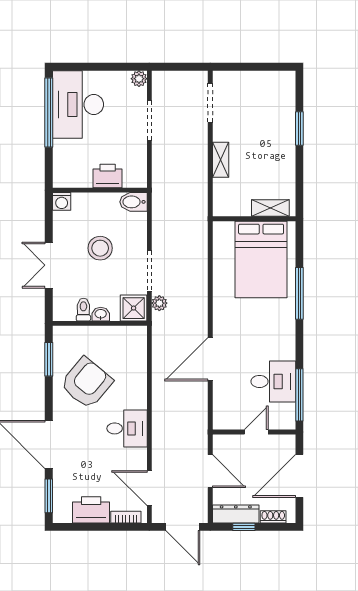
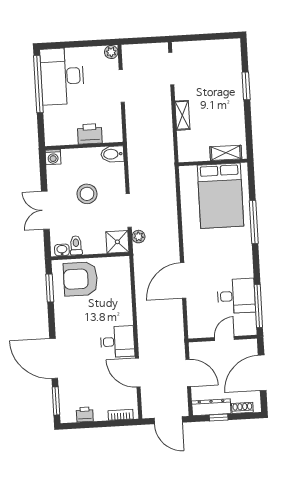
washbasin: (101, 314) -> (62, 250), moved
armchair: (86, 383) -> (80, 279), moved, turned -130
door: (149, 488) -> (138, 373), moved
printer: (91, 510) -> (85, 414), width x0.53, depth x0.68

